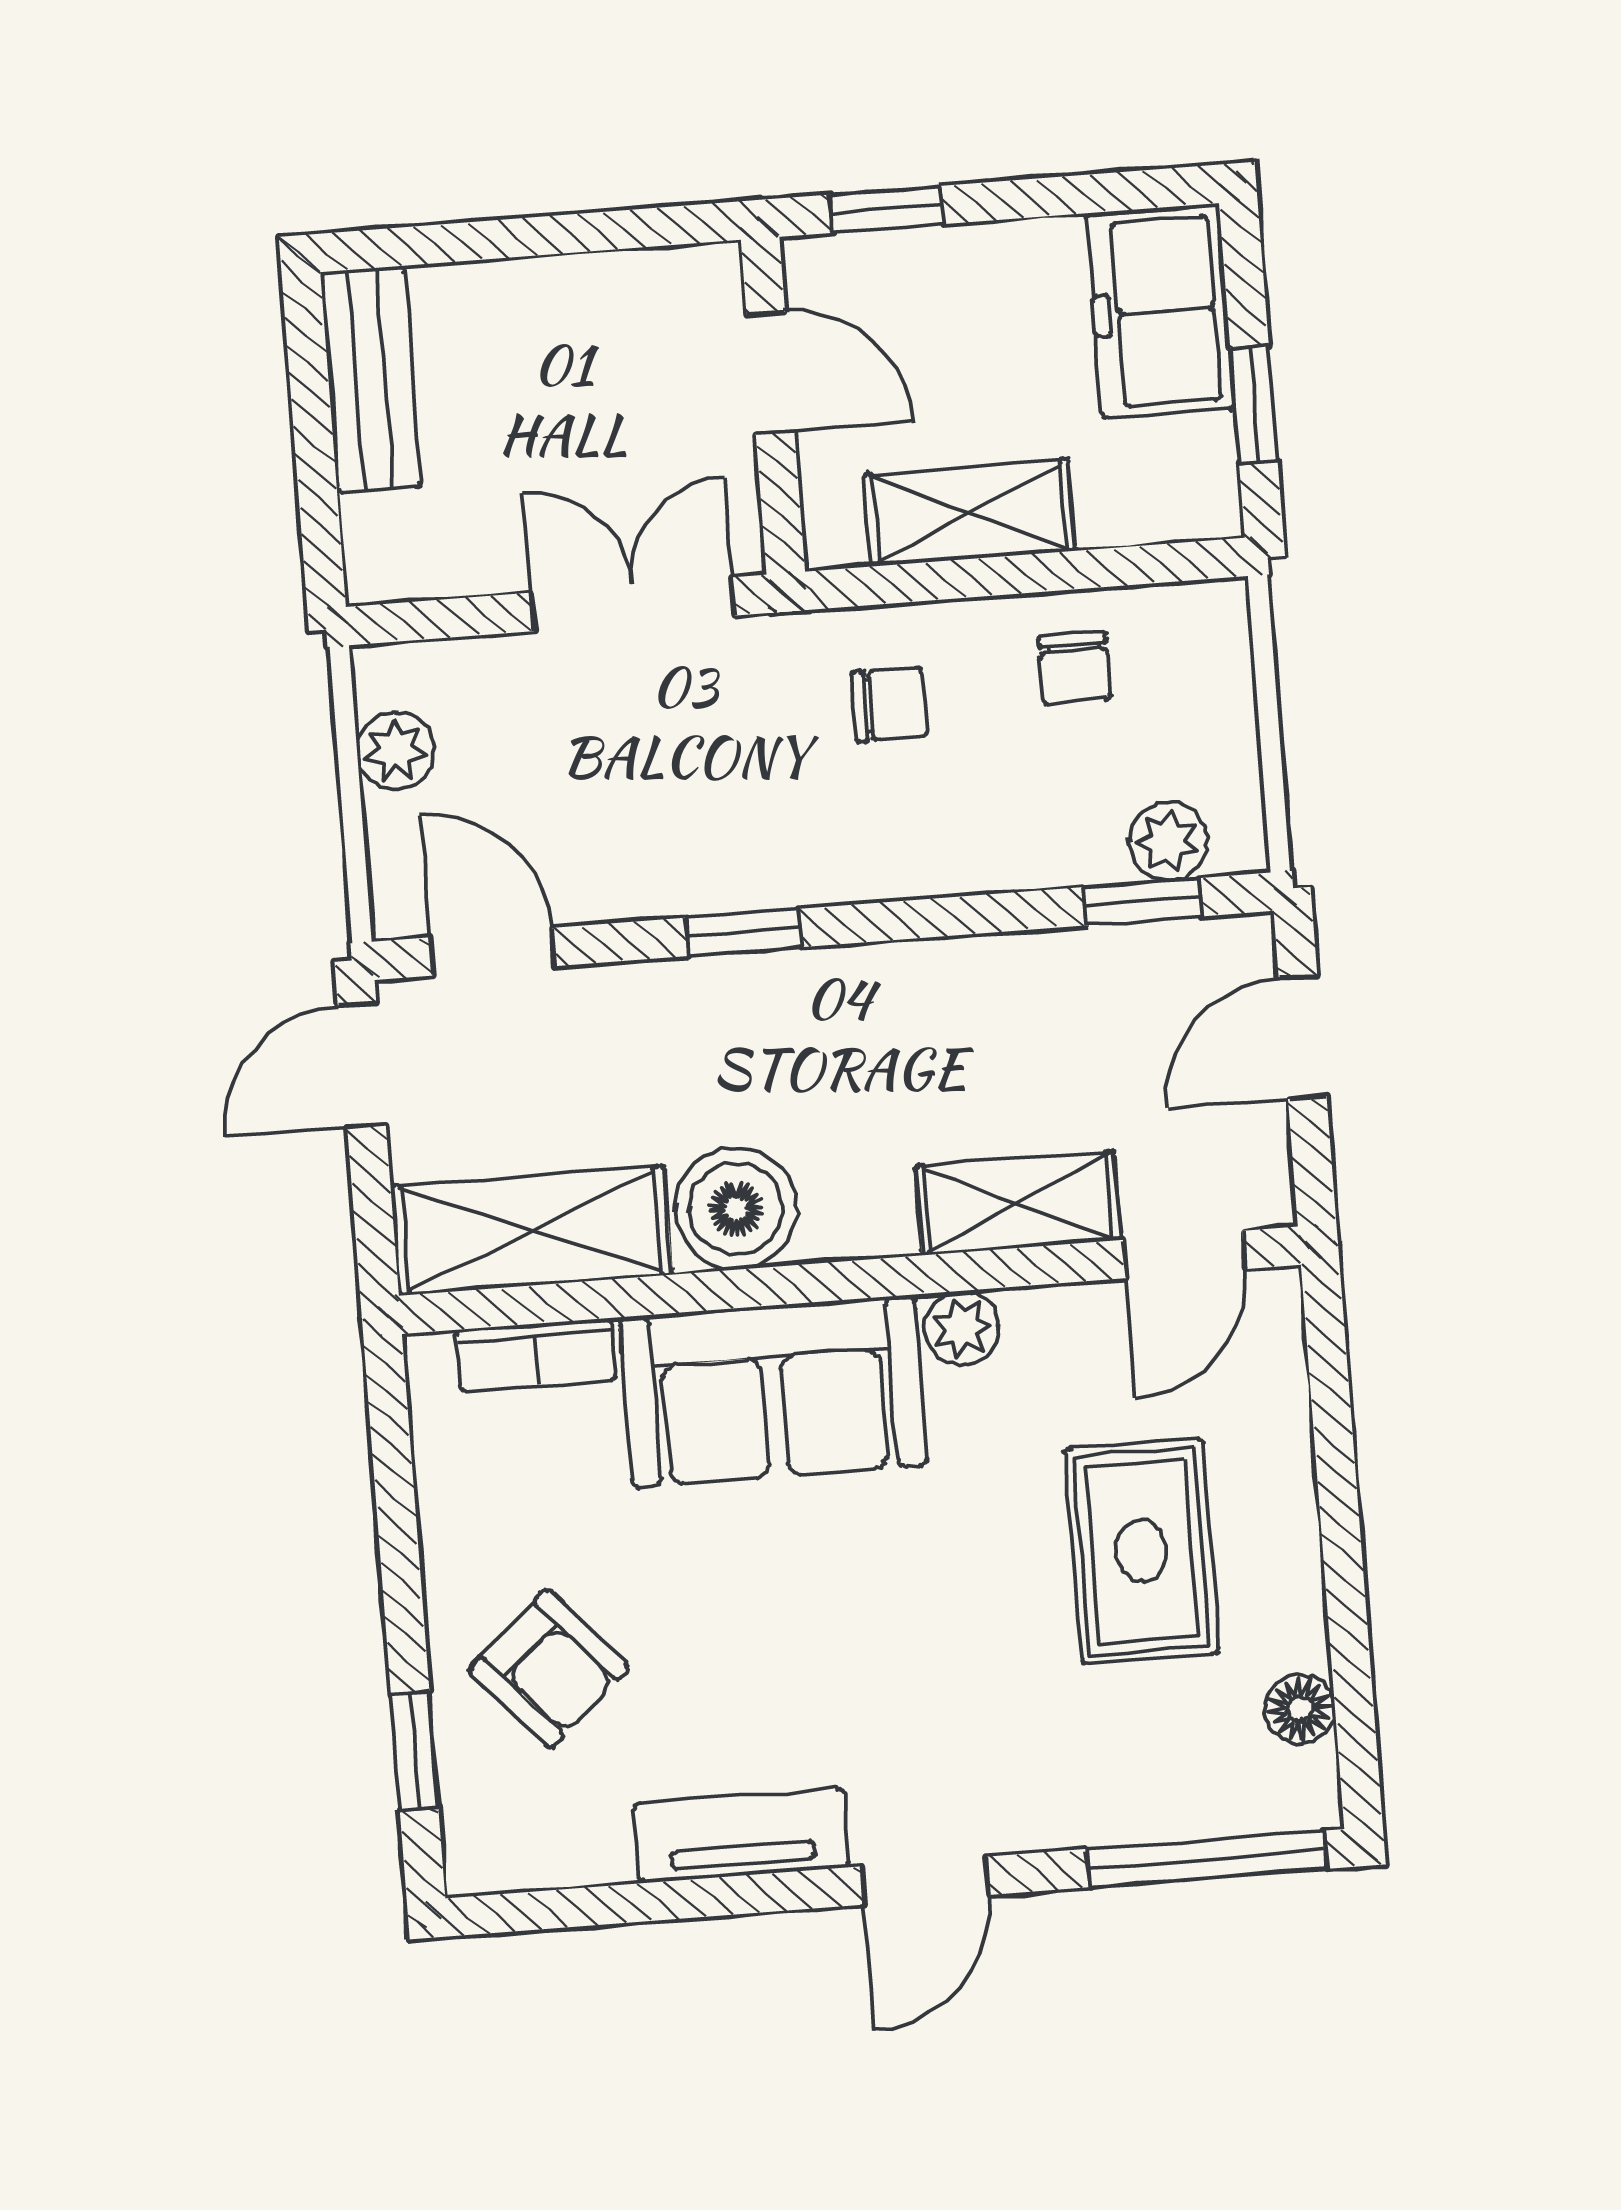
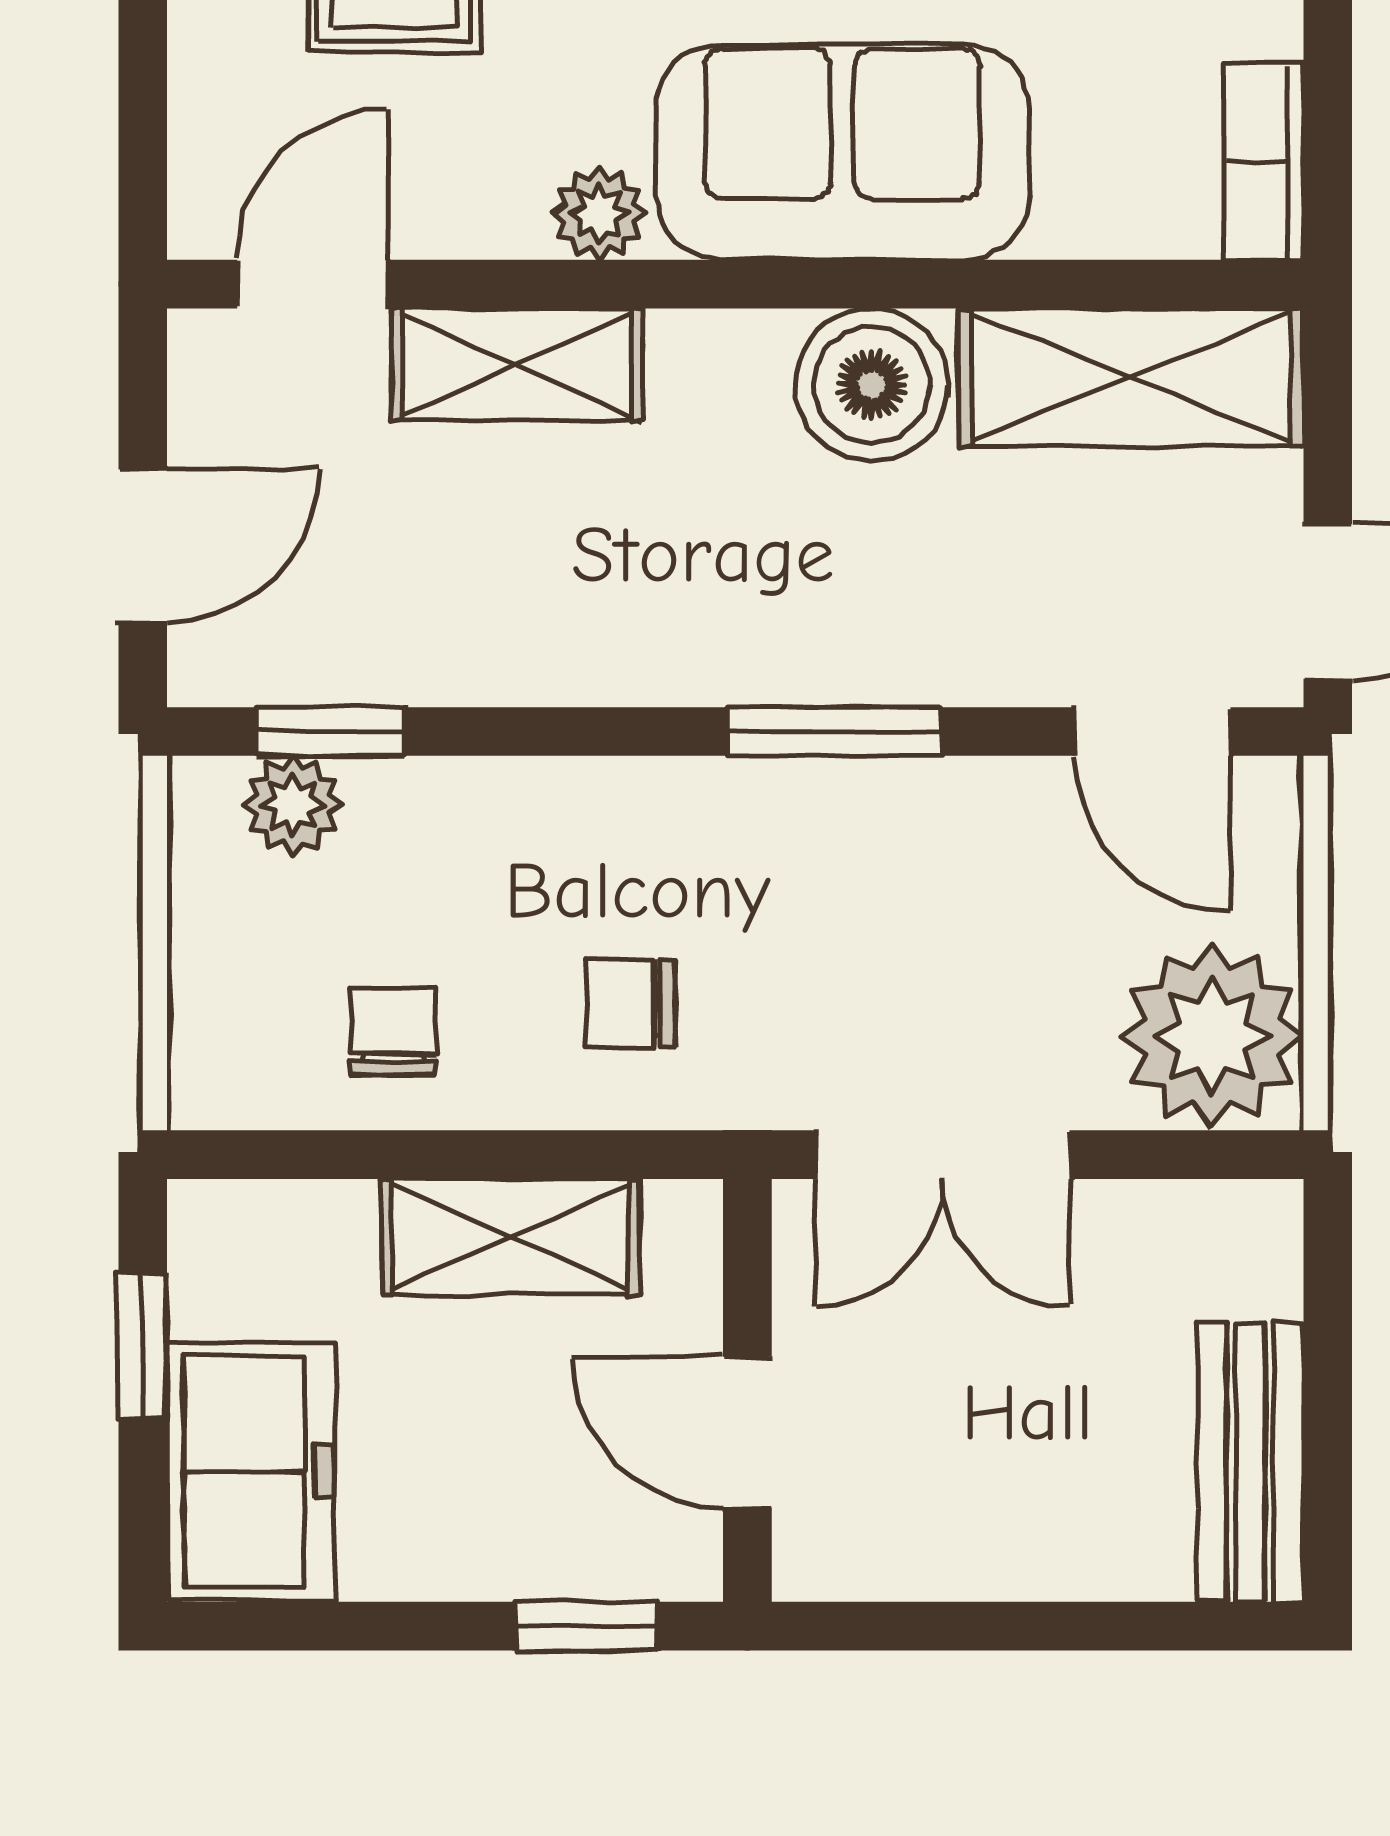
plant: (396, 751) -> (1212, 1036), width x1.88, depth x1.88
window: (744, 932) -> (834, 731), width x1.50
bookcase: (536, 1355) -> (1264, 161), moved, turned -90

